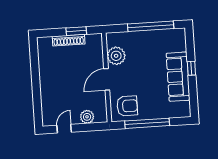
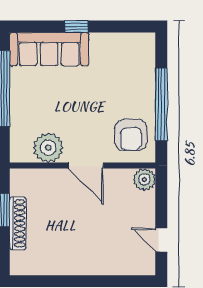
sofa: (178, 77) -> (49, 49), moved
armchair: (127, 106) -> (131, 135), turned 180
plant: (87, 117) -> (144, 179), moved

